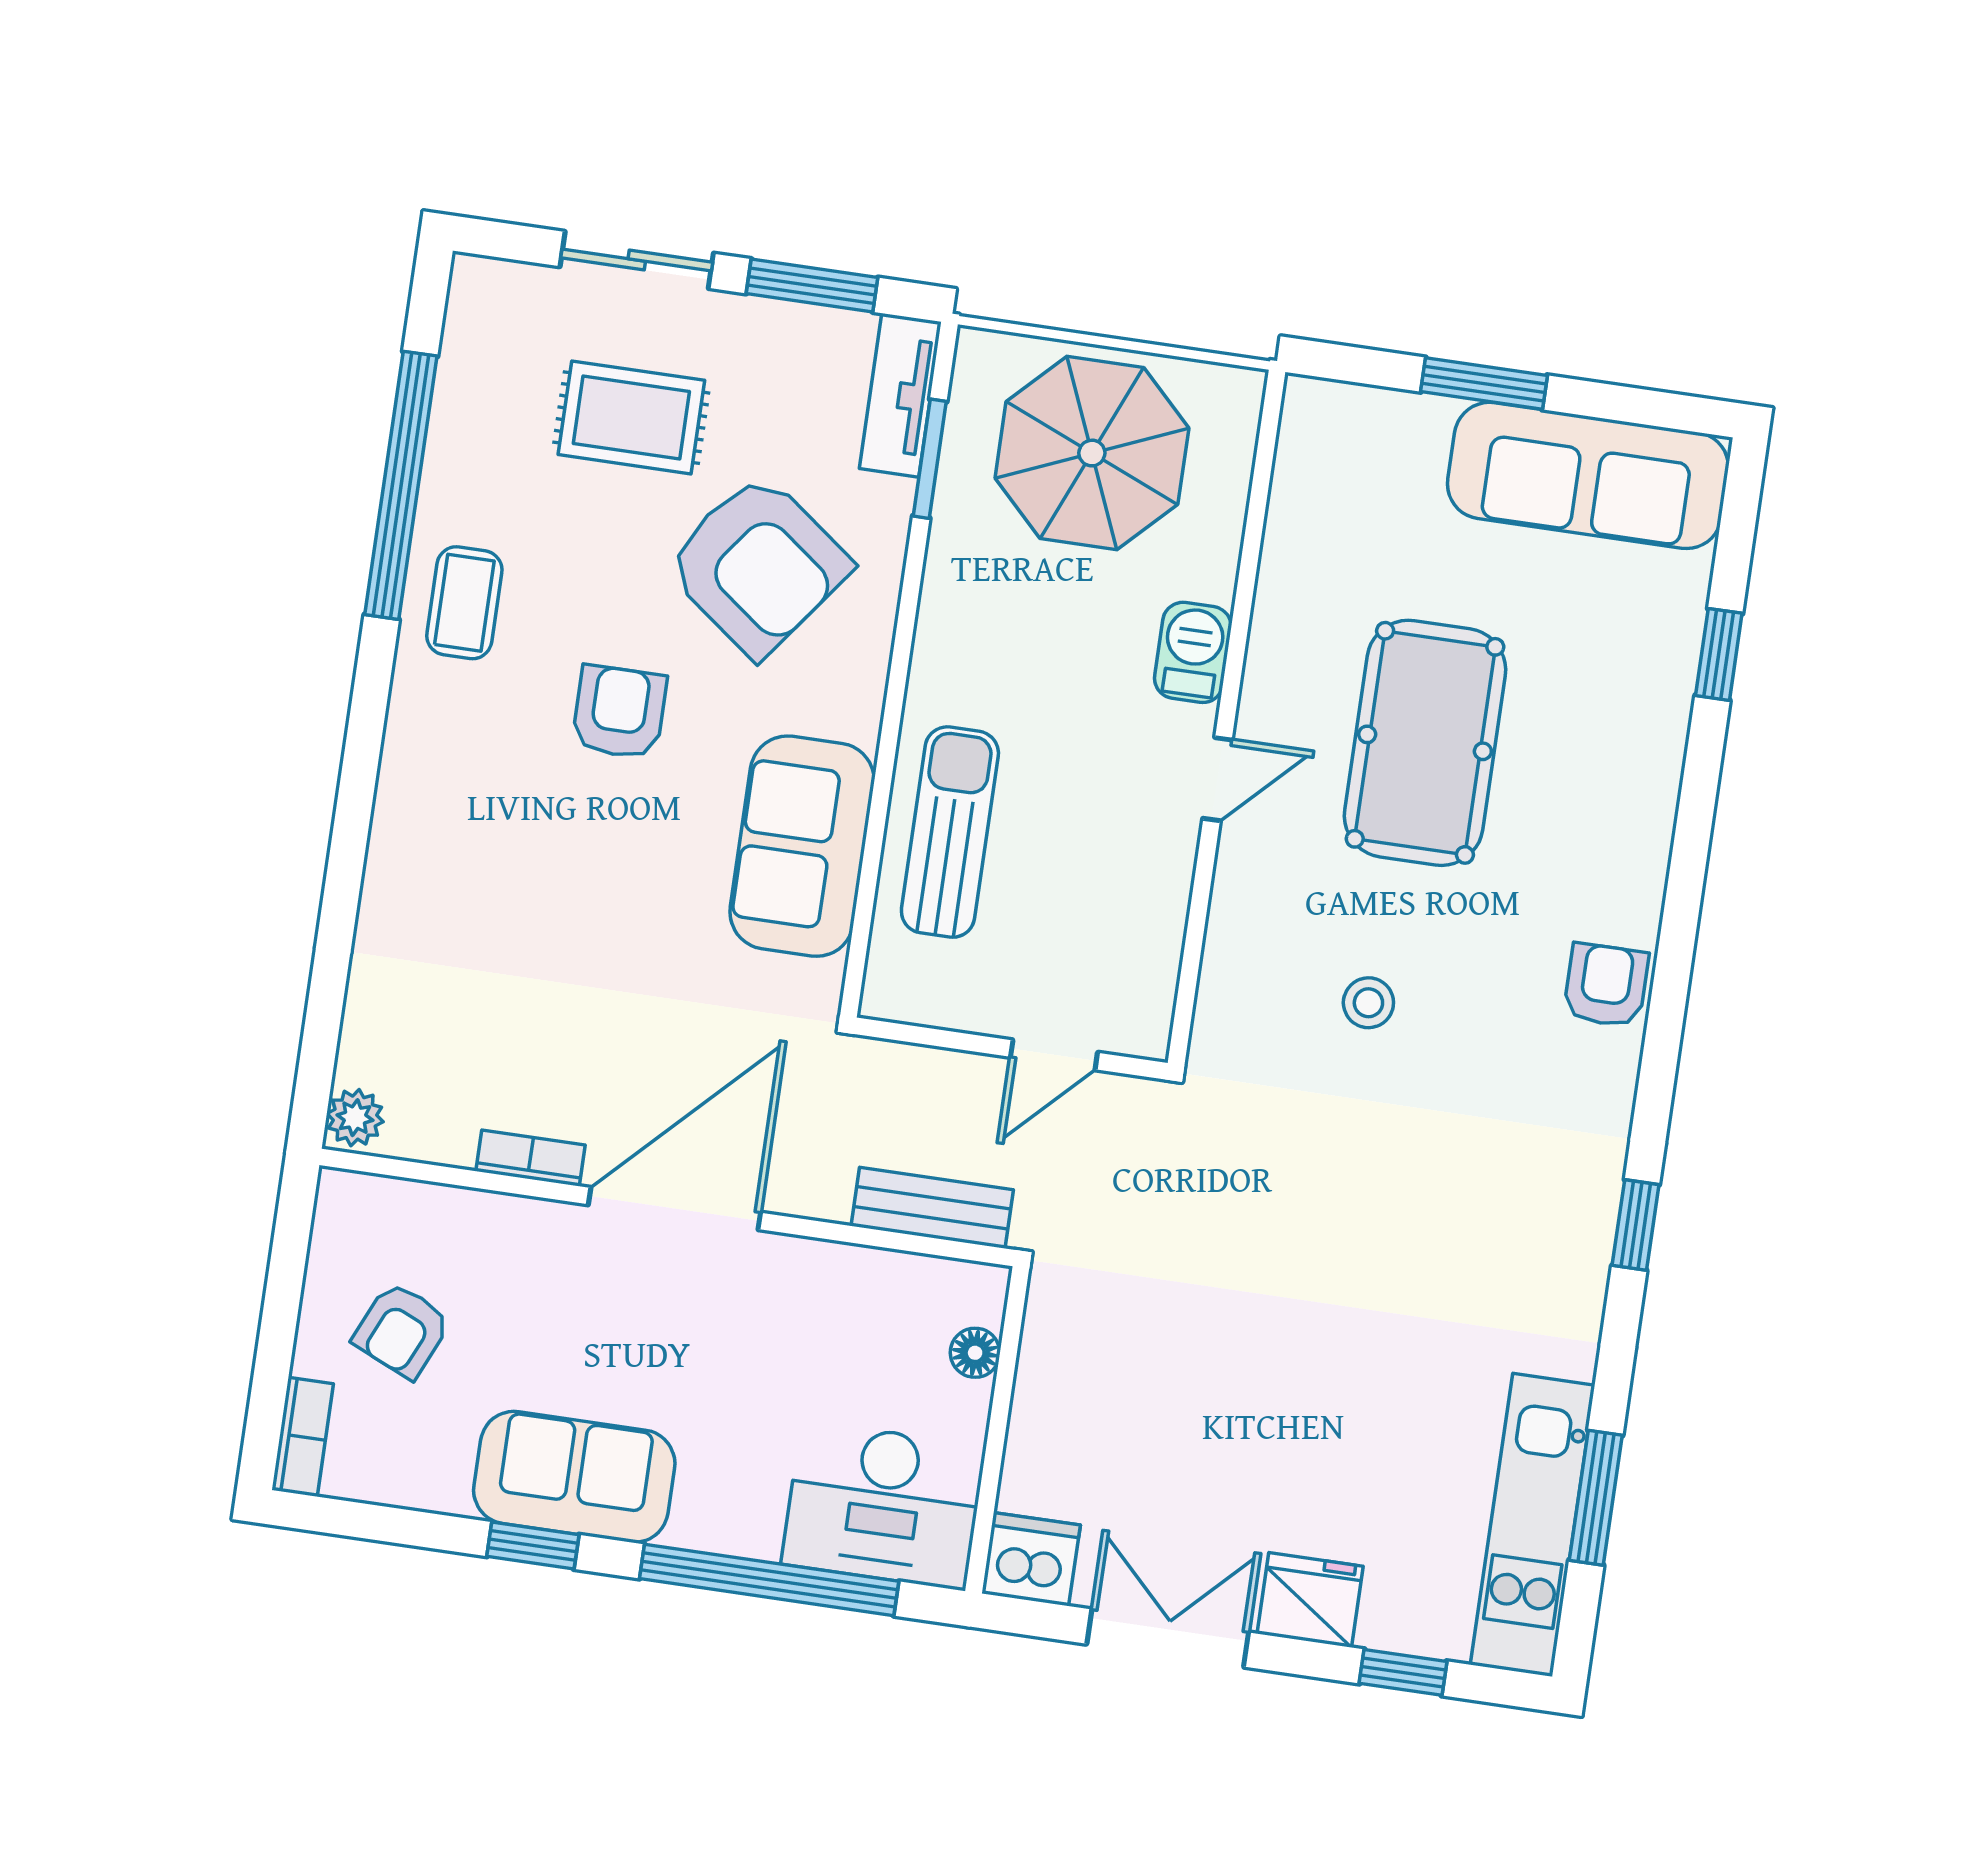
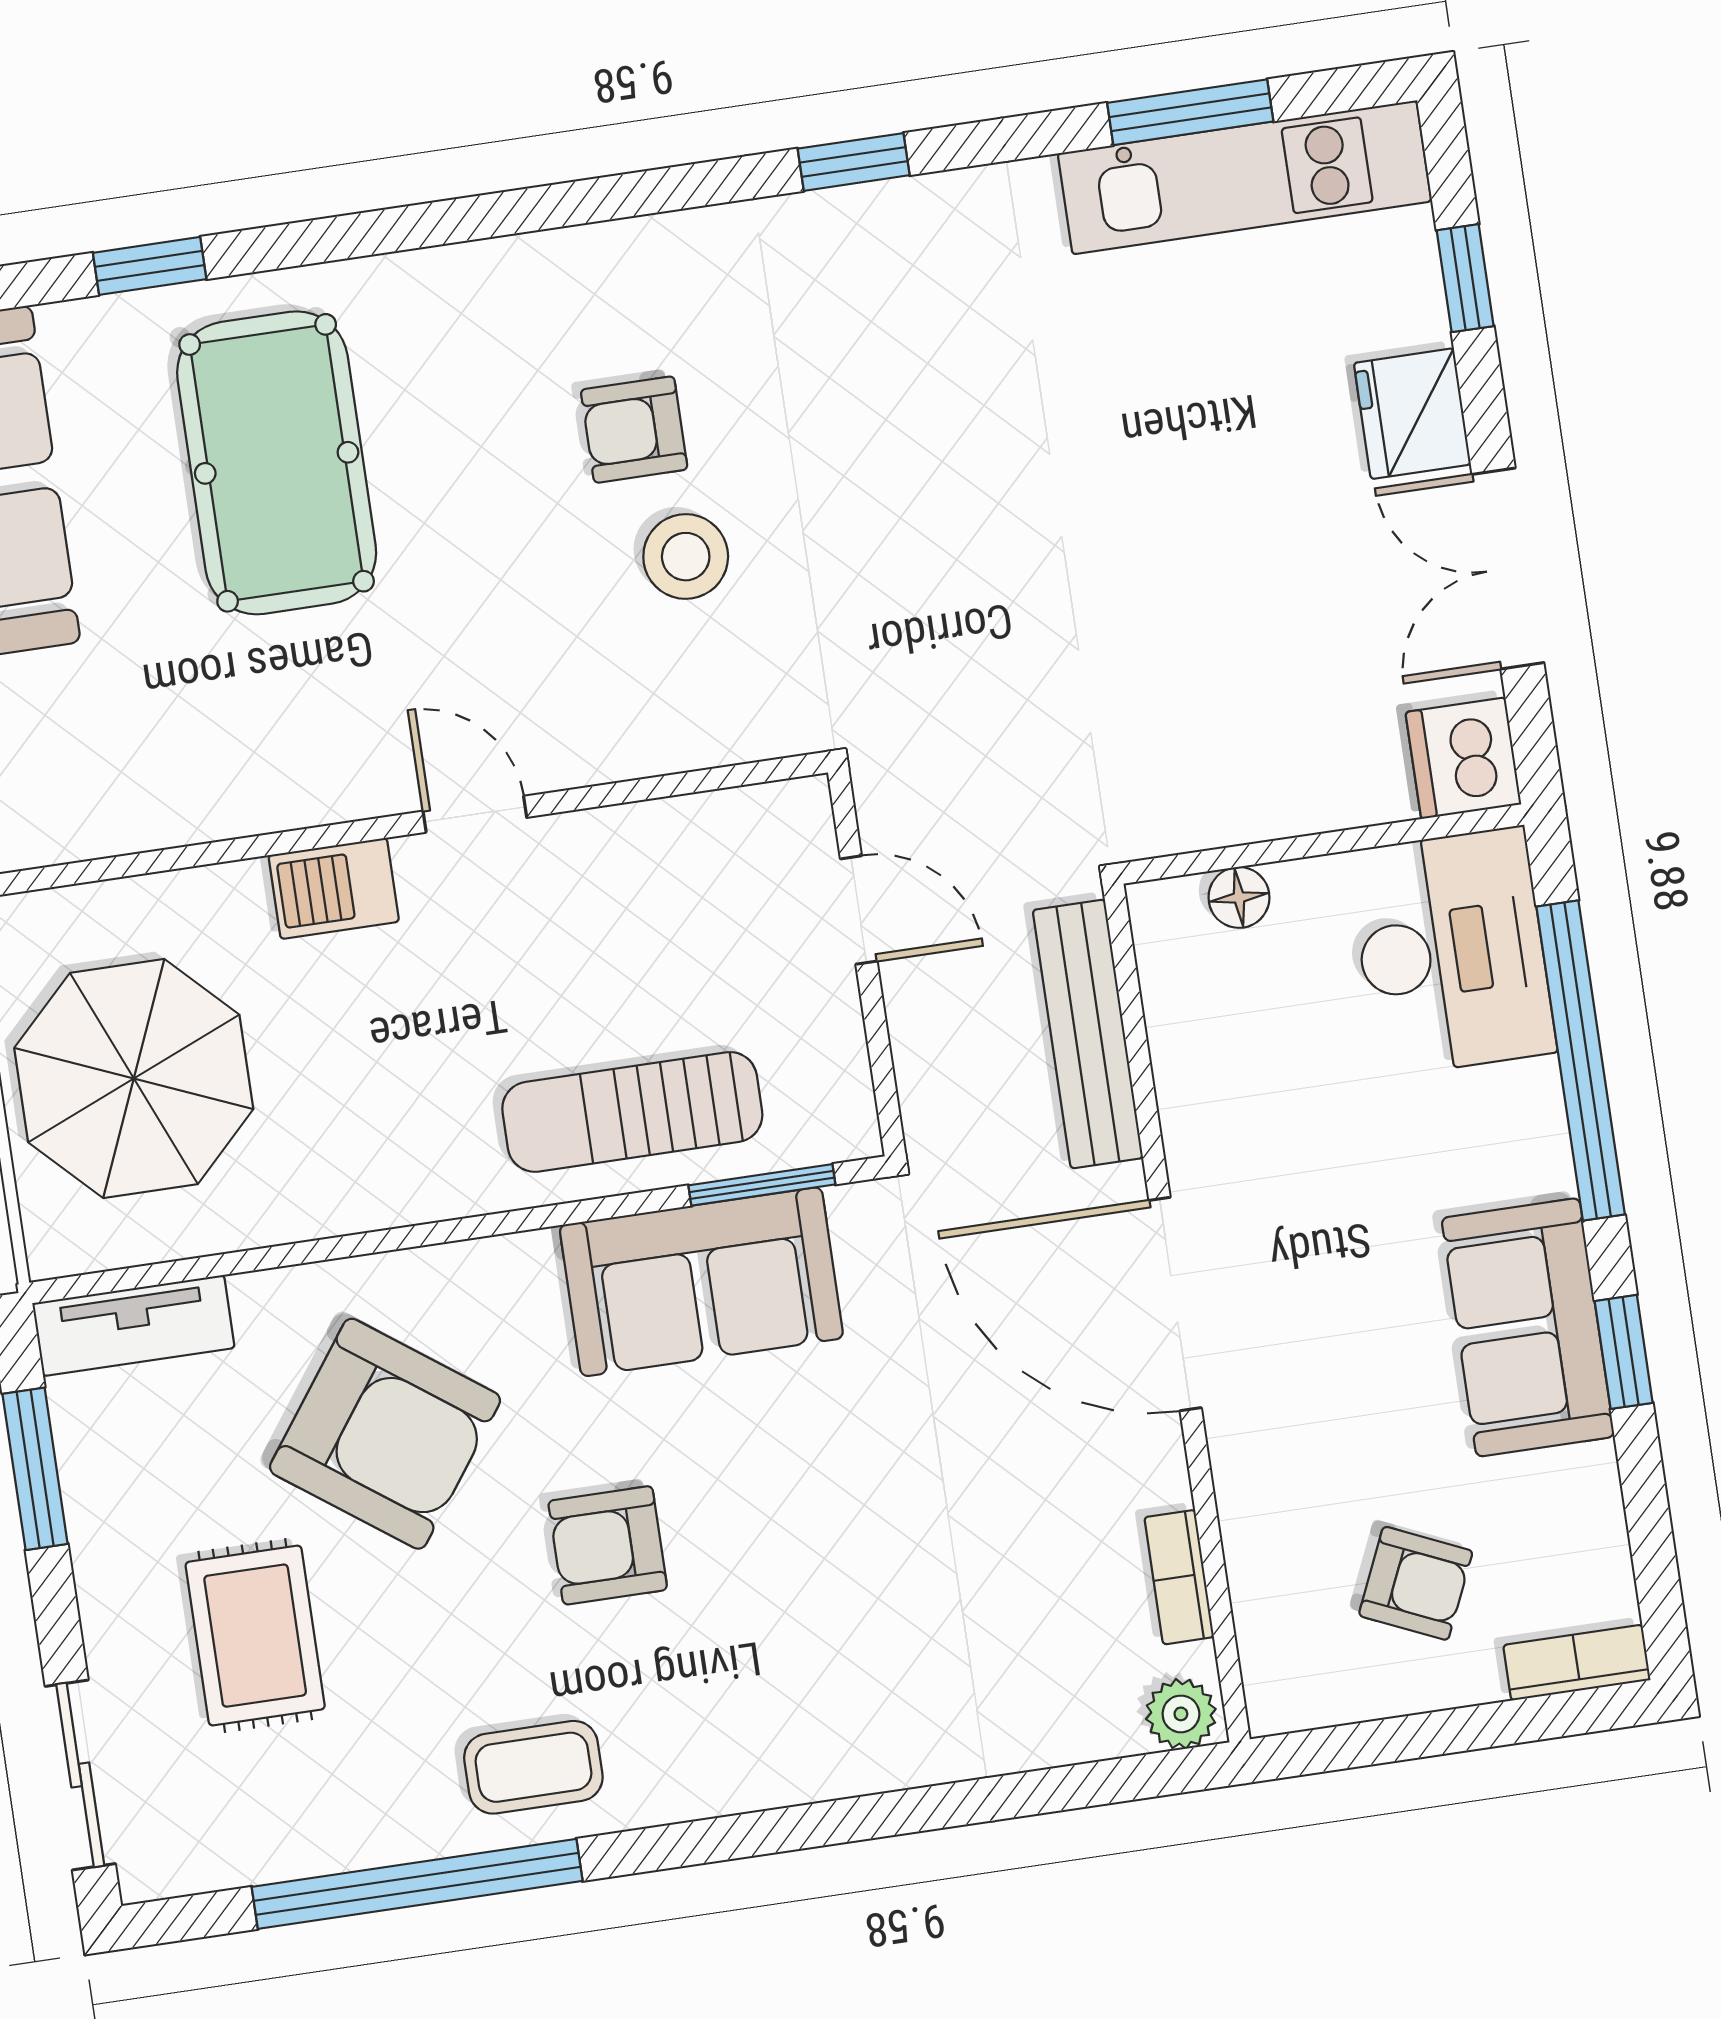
sliding door: (637, 260) -> (80, 1775), moved
window: (930, 459) -> (762, 1185), moved
armchair: (758, 565) -> (385, 1434), turned 89
pool table: (1425, 743) -> (277, 463), moved, turned 90
armchair: (1606, 985) -> (634, 430), moved
stool: (1368, 1003) -> (686, 557), width x1.37, depth x1.37
bookcase: (531, 1158) -> (1179, 1577), moved
bench: (932, 1208) -> (1088, 1034), width x1.36

